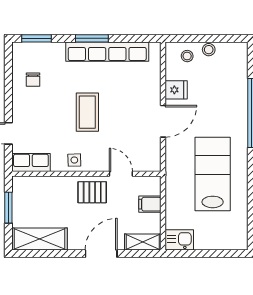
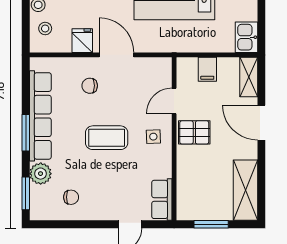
plant: (55, 52) -> (41, 174), added
chair: (135, 97) -> (90, 86), added
side table: (74, 160) -> (153, 137), moved
pallet: (92, 192) -> (194, 132), turned 90

